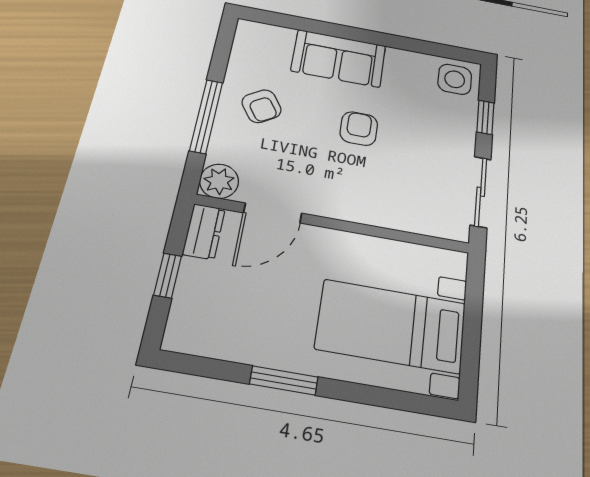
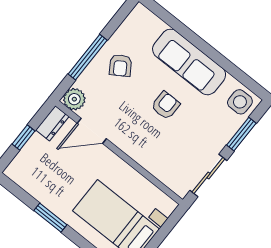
sofa: (339, 58) -> (189, 62), width x1.36
window: (485, 117) -> (241, 134), width x1.50

